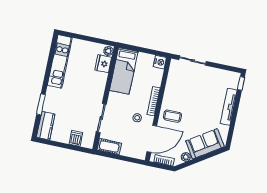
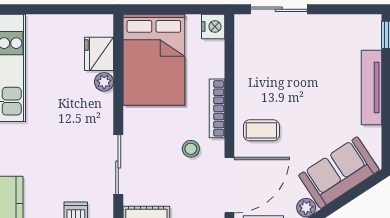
plant: (108, 51) -> (104, 82), moved
bed: (124, 71) -> (154, 60), width x1.50

